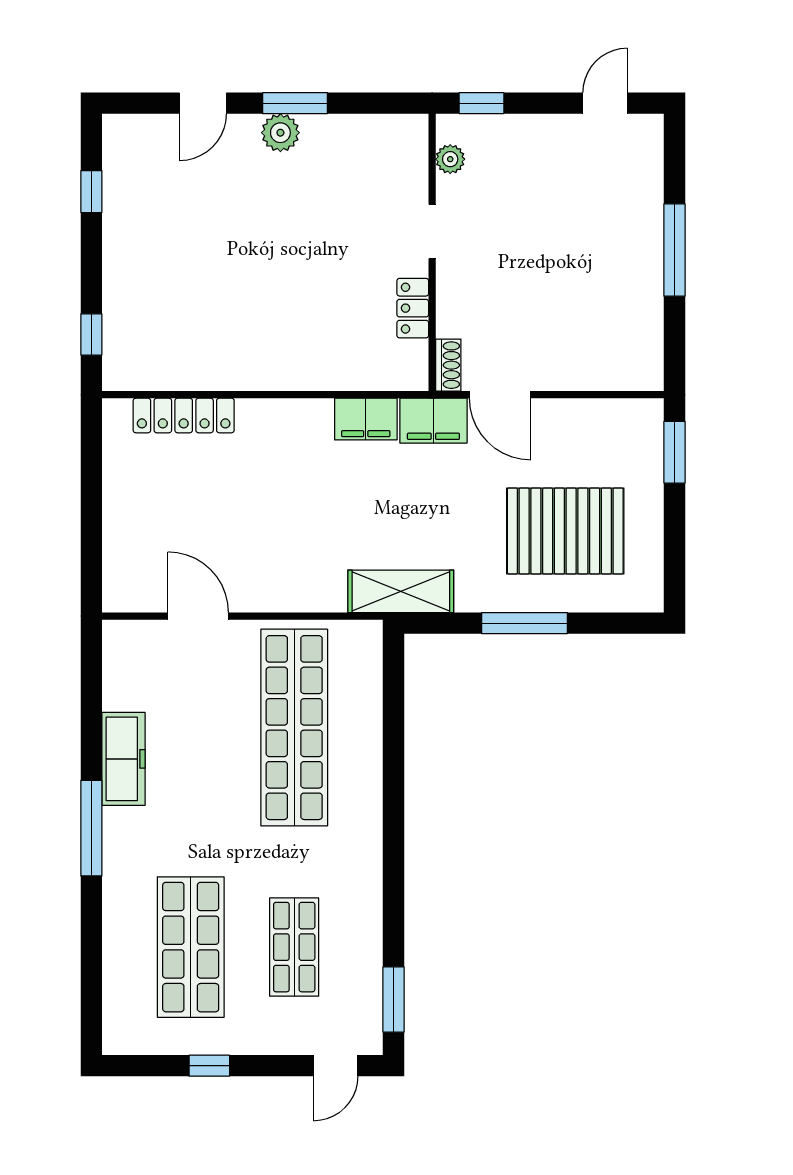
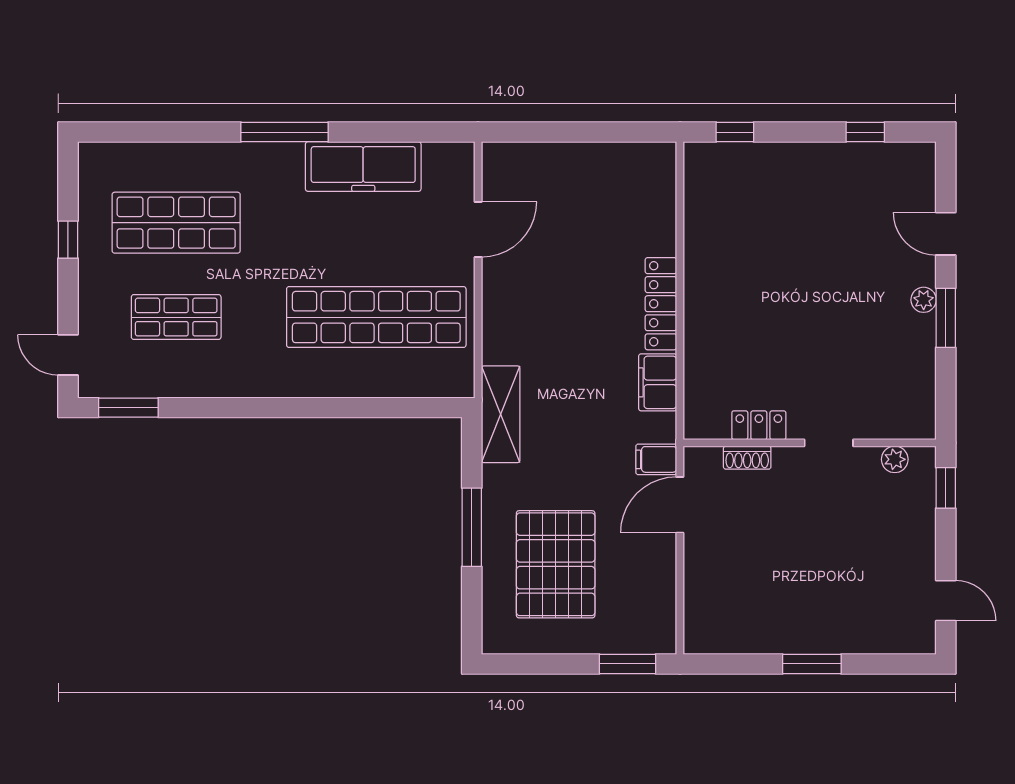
plant: (280, 133) -> (924, 300), width x0.73, depth x0.73
window: (674, 250) -> (812, 664), width x0.69
shoe rack: (448, 365) -> (747, 458), moved
locker: (184, 415) -> (661, 304), moved
filing cabinet: (433, 421) -> (656, 459), width x0.50
freezer: (123, 759) -> (363, 167), width x1.36, depth x1.26

